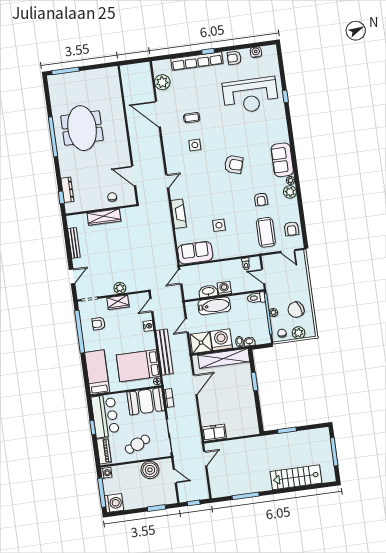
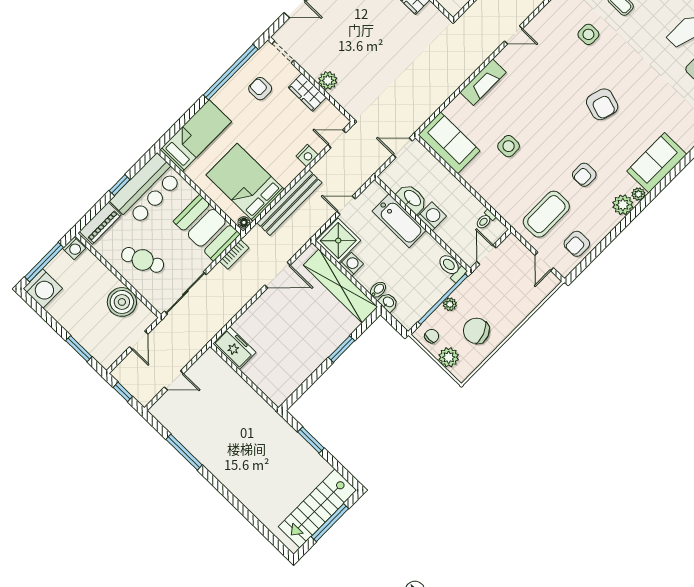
washing machine: (221, 340) -> (351, 264), width x0.53, depth x0.53
door: (205, 459) -> (174, 380), moved
stairs: (296, 477) -> (317, 508), moved, turned -90

